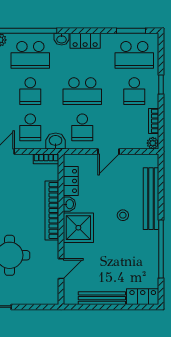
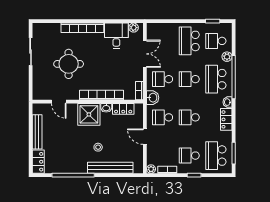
school desk: (82, 91) -> (189, 117), width x0.54

